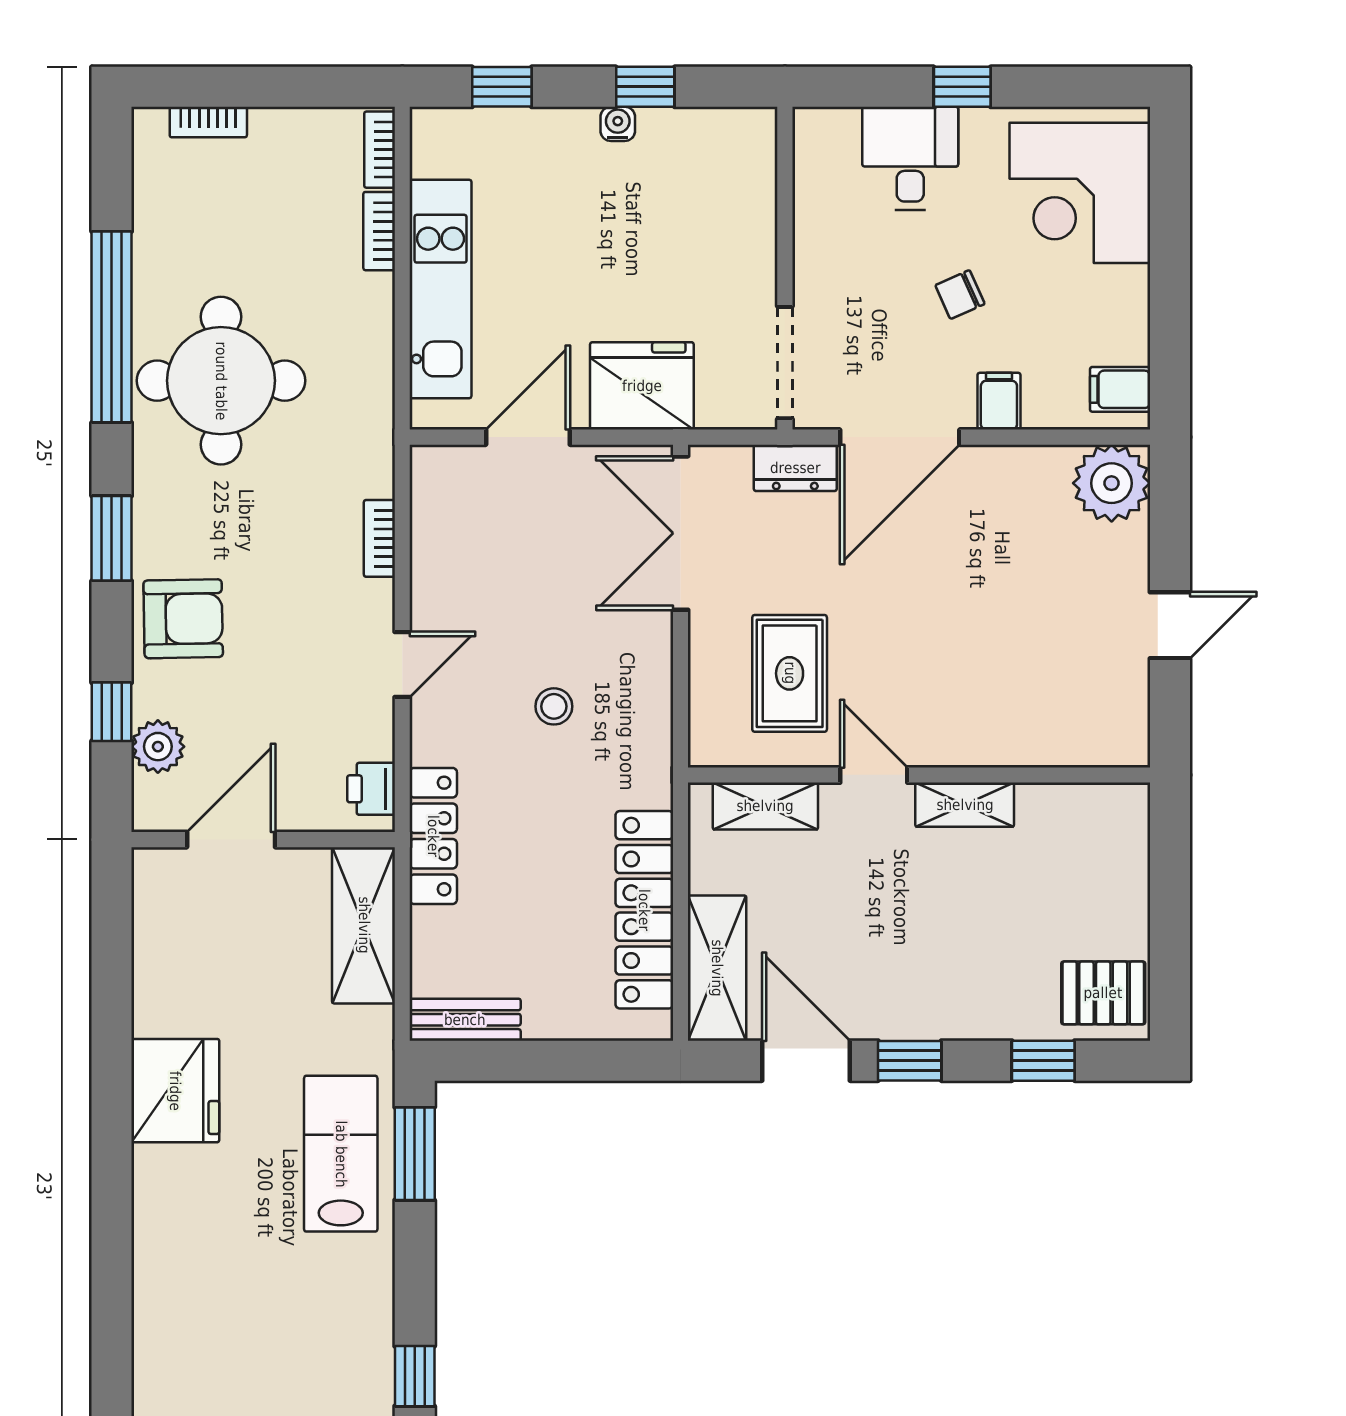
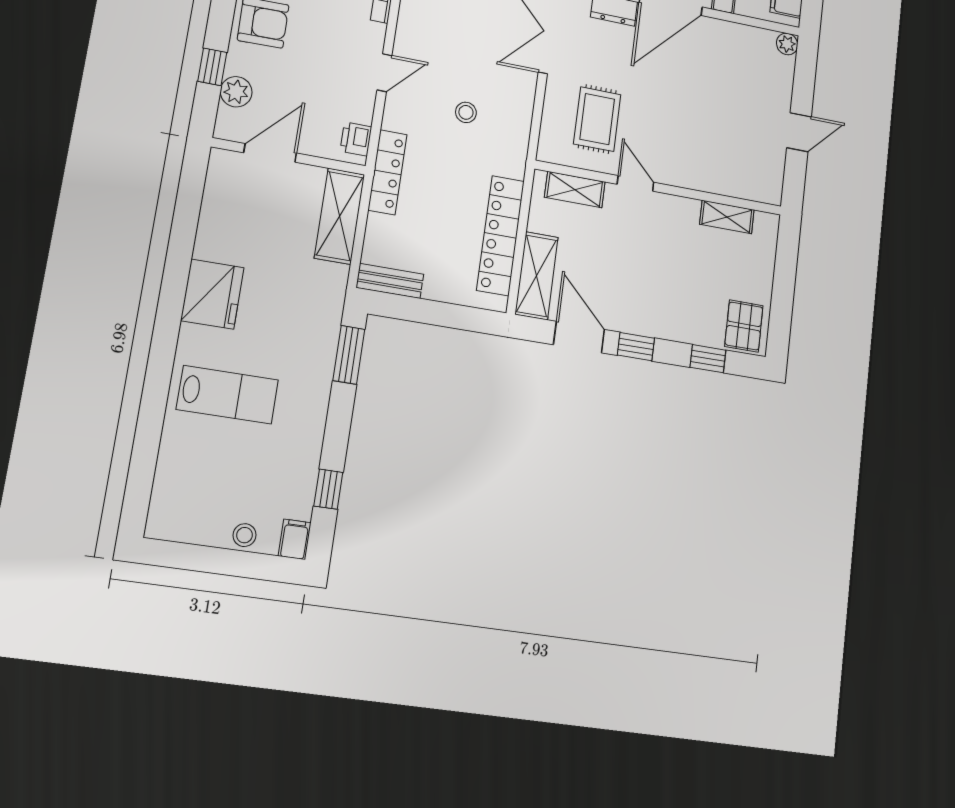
plant: (1112, 483) -> (787, 44), width x0.53, depth x0.53
shelving: (965, 805) -> (727, 217), moved
pallet: (1103, 993) -> (744, 326), turned 90
lab bench: (341, 1154) -> (227, 395), moved, turned 90

